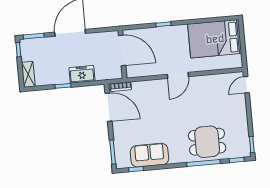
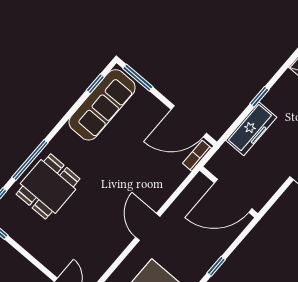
freezer: (82, 74) -> (251, 129), width x1.40
sofa: (149, 155) -> (102, 105), width x1.36

